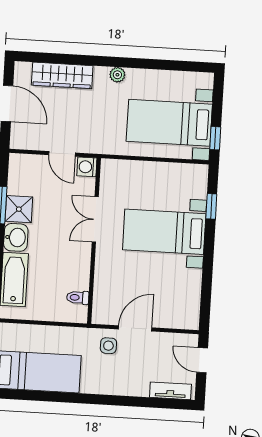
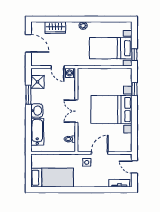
wardrobe: (62, 75) -> (55, 28), width x0.67
shower: (19, 209) -> (37, 82), moved
double door: (95, 219) -> (76, 111), moved
bed with nightstands: (164, 232) -> (111, 110), width x1.36

